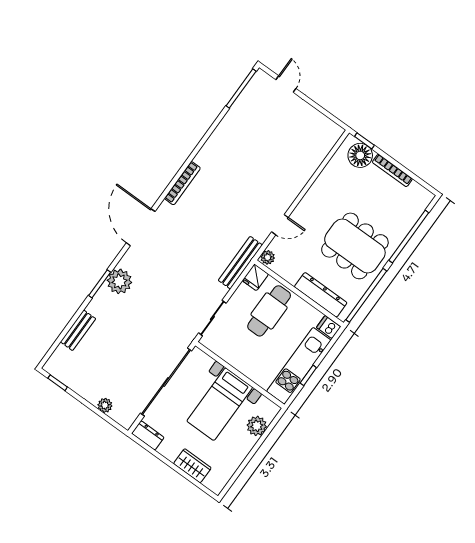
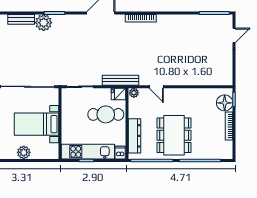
plant: (119, 281) -> (44, 23), moved
plant: (257, 426) -> (24, 152), moved

